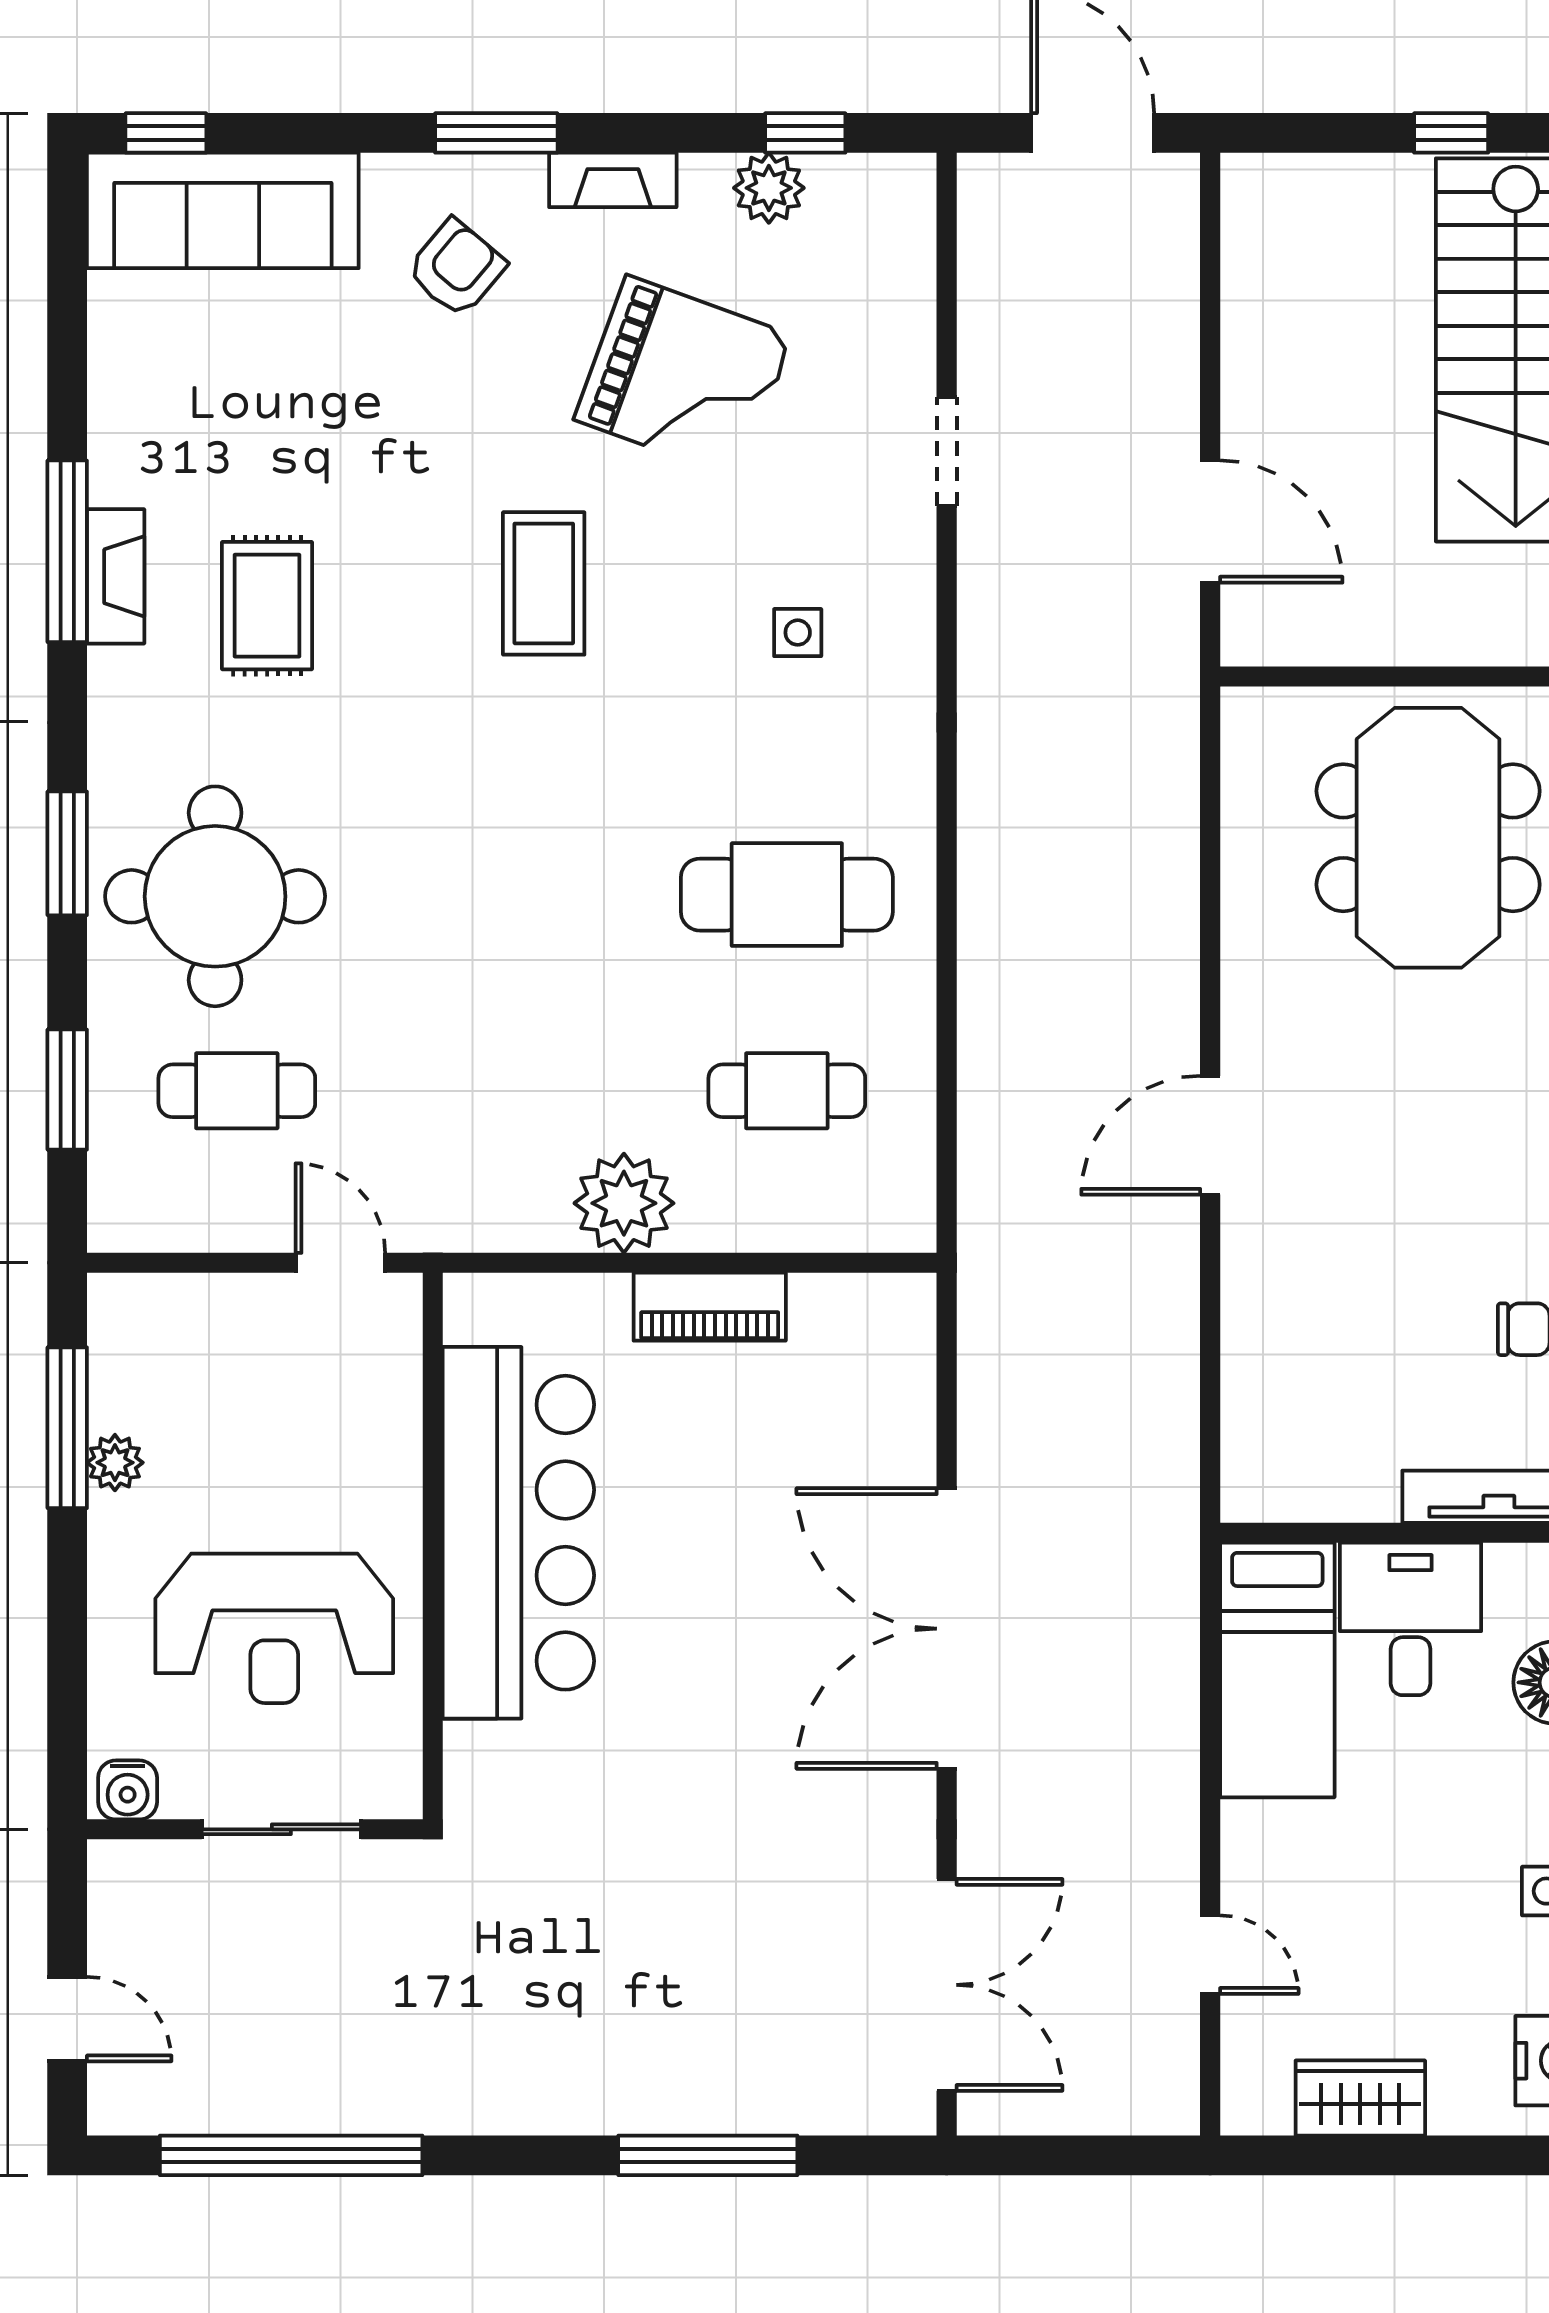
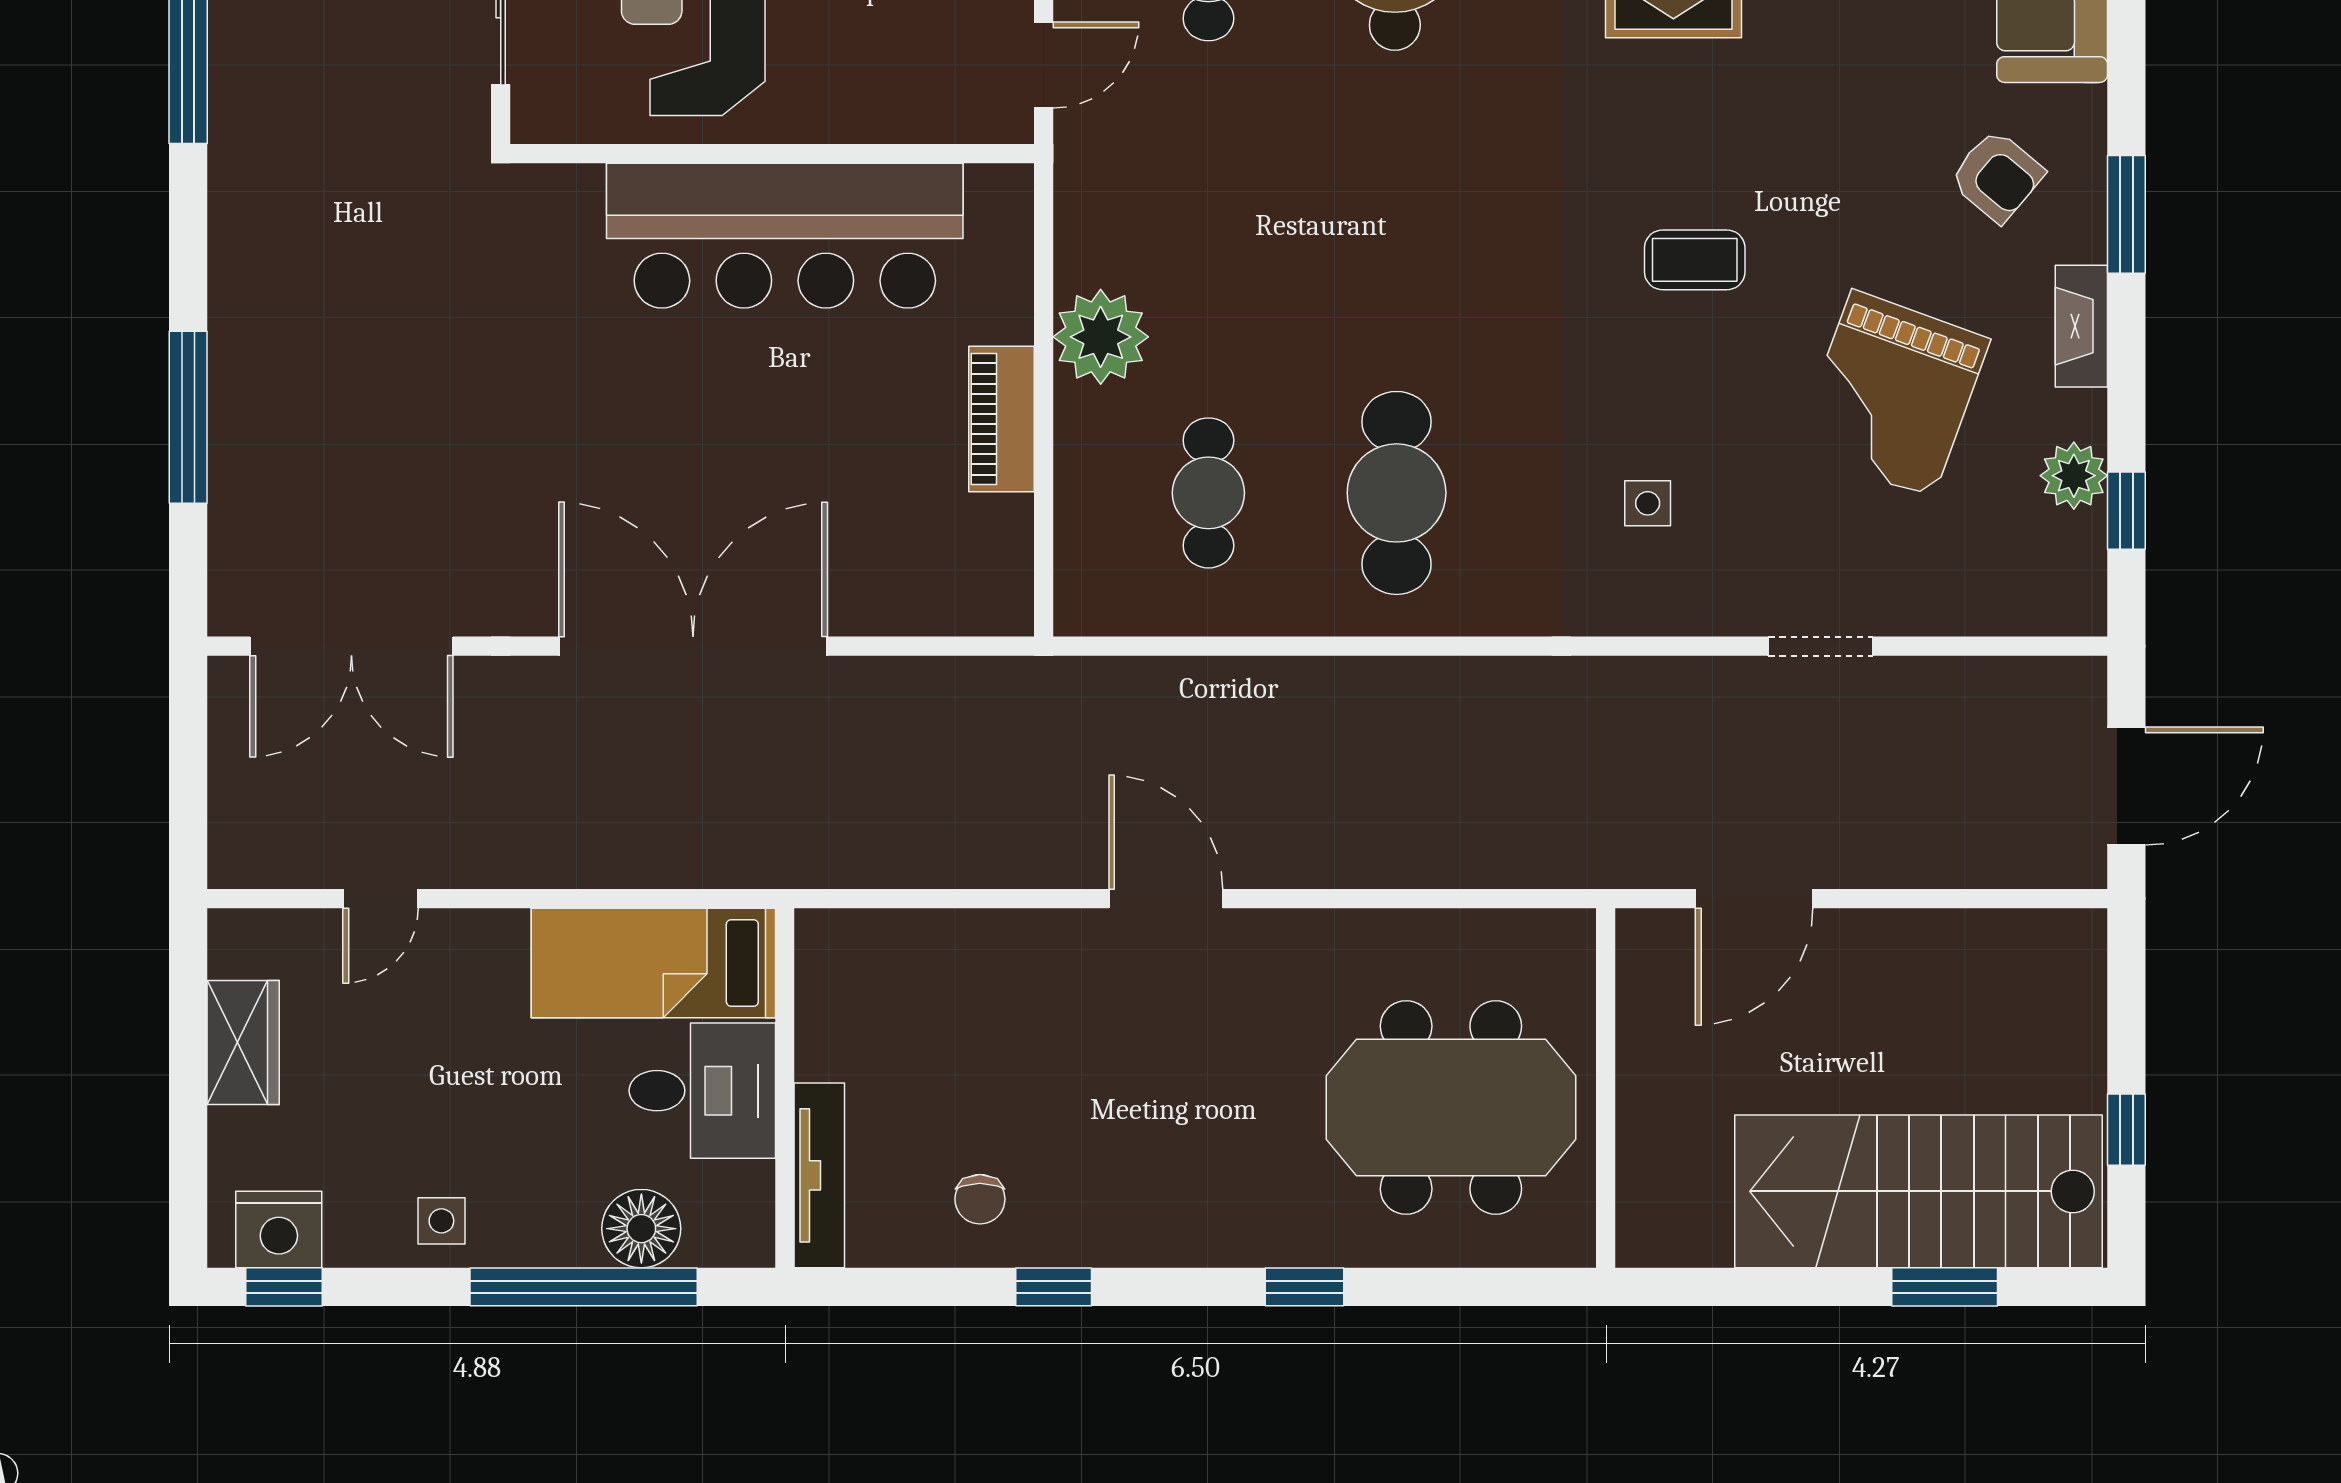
coffee table: (544, 583) -> (1695, 260), width x0.73, depth x0.77

